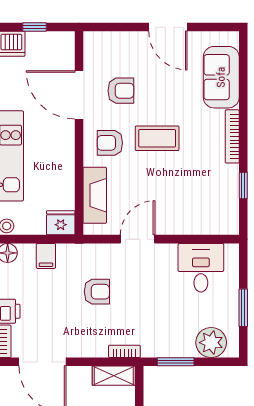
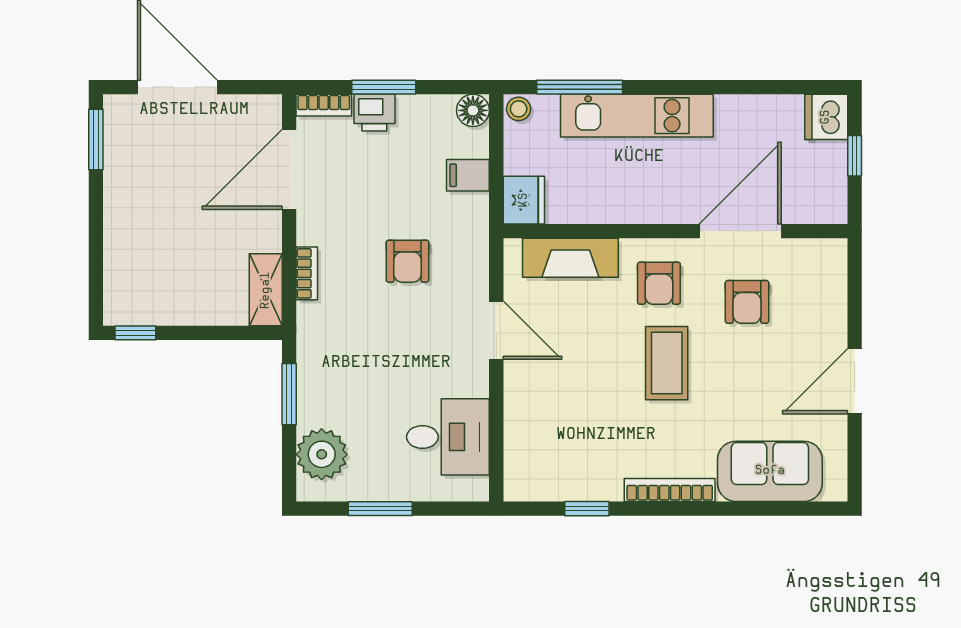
armchair: (110, 143) -> (659, 283), turned 180
bookcase: (124, 351) -> (307, 273), moved

